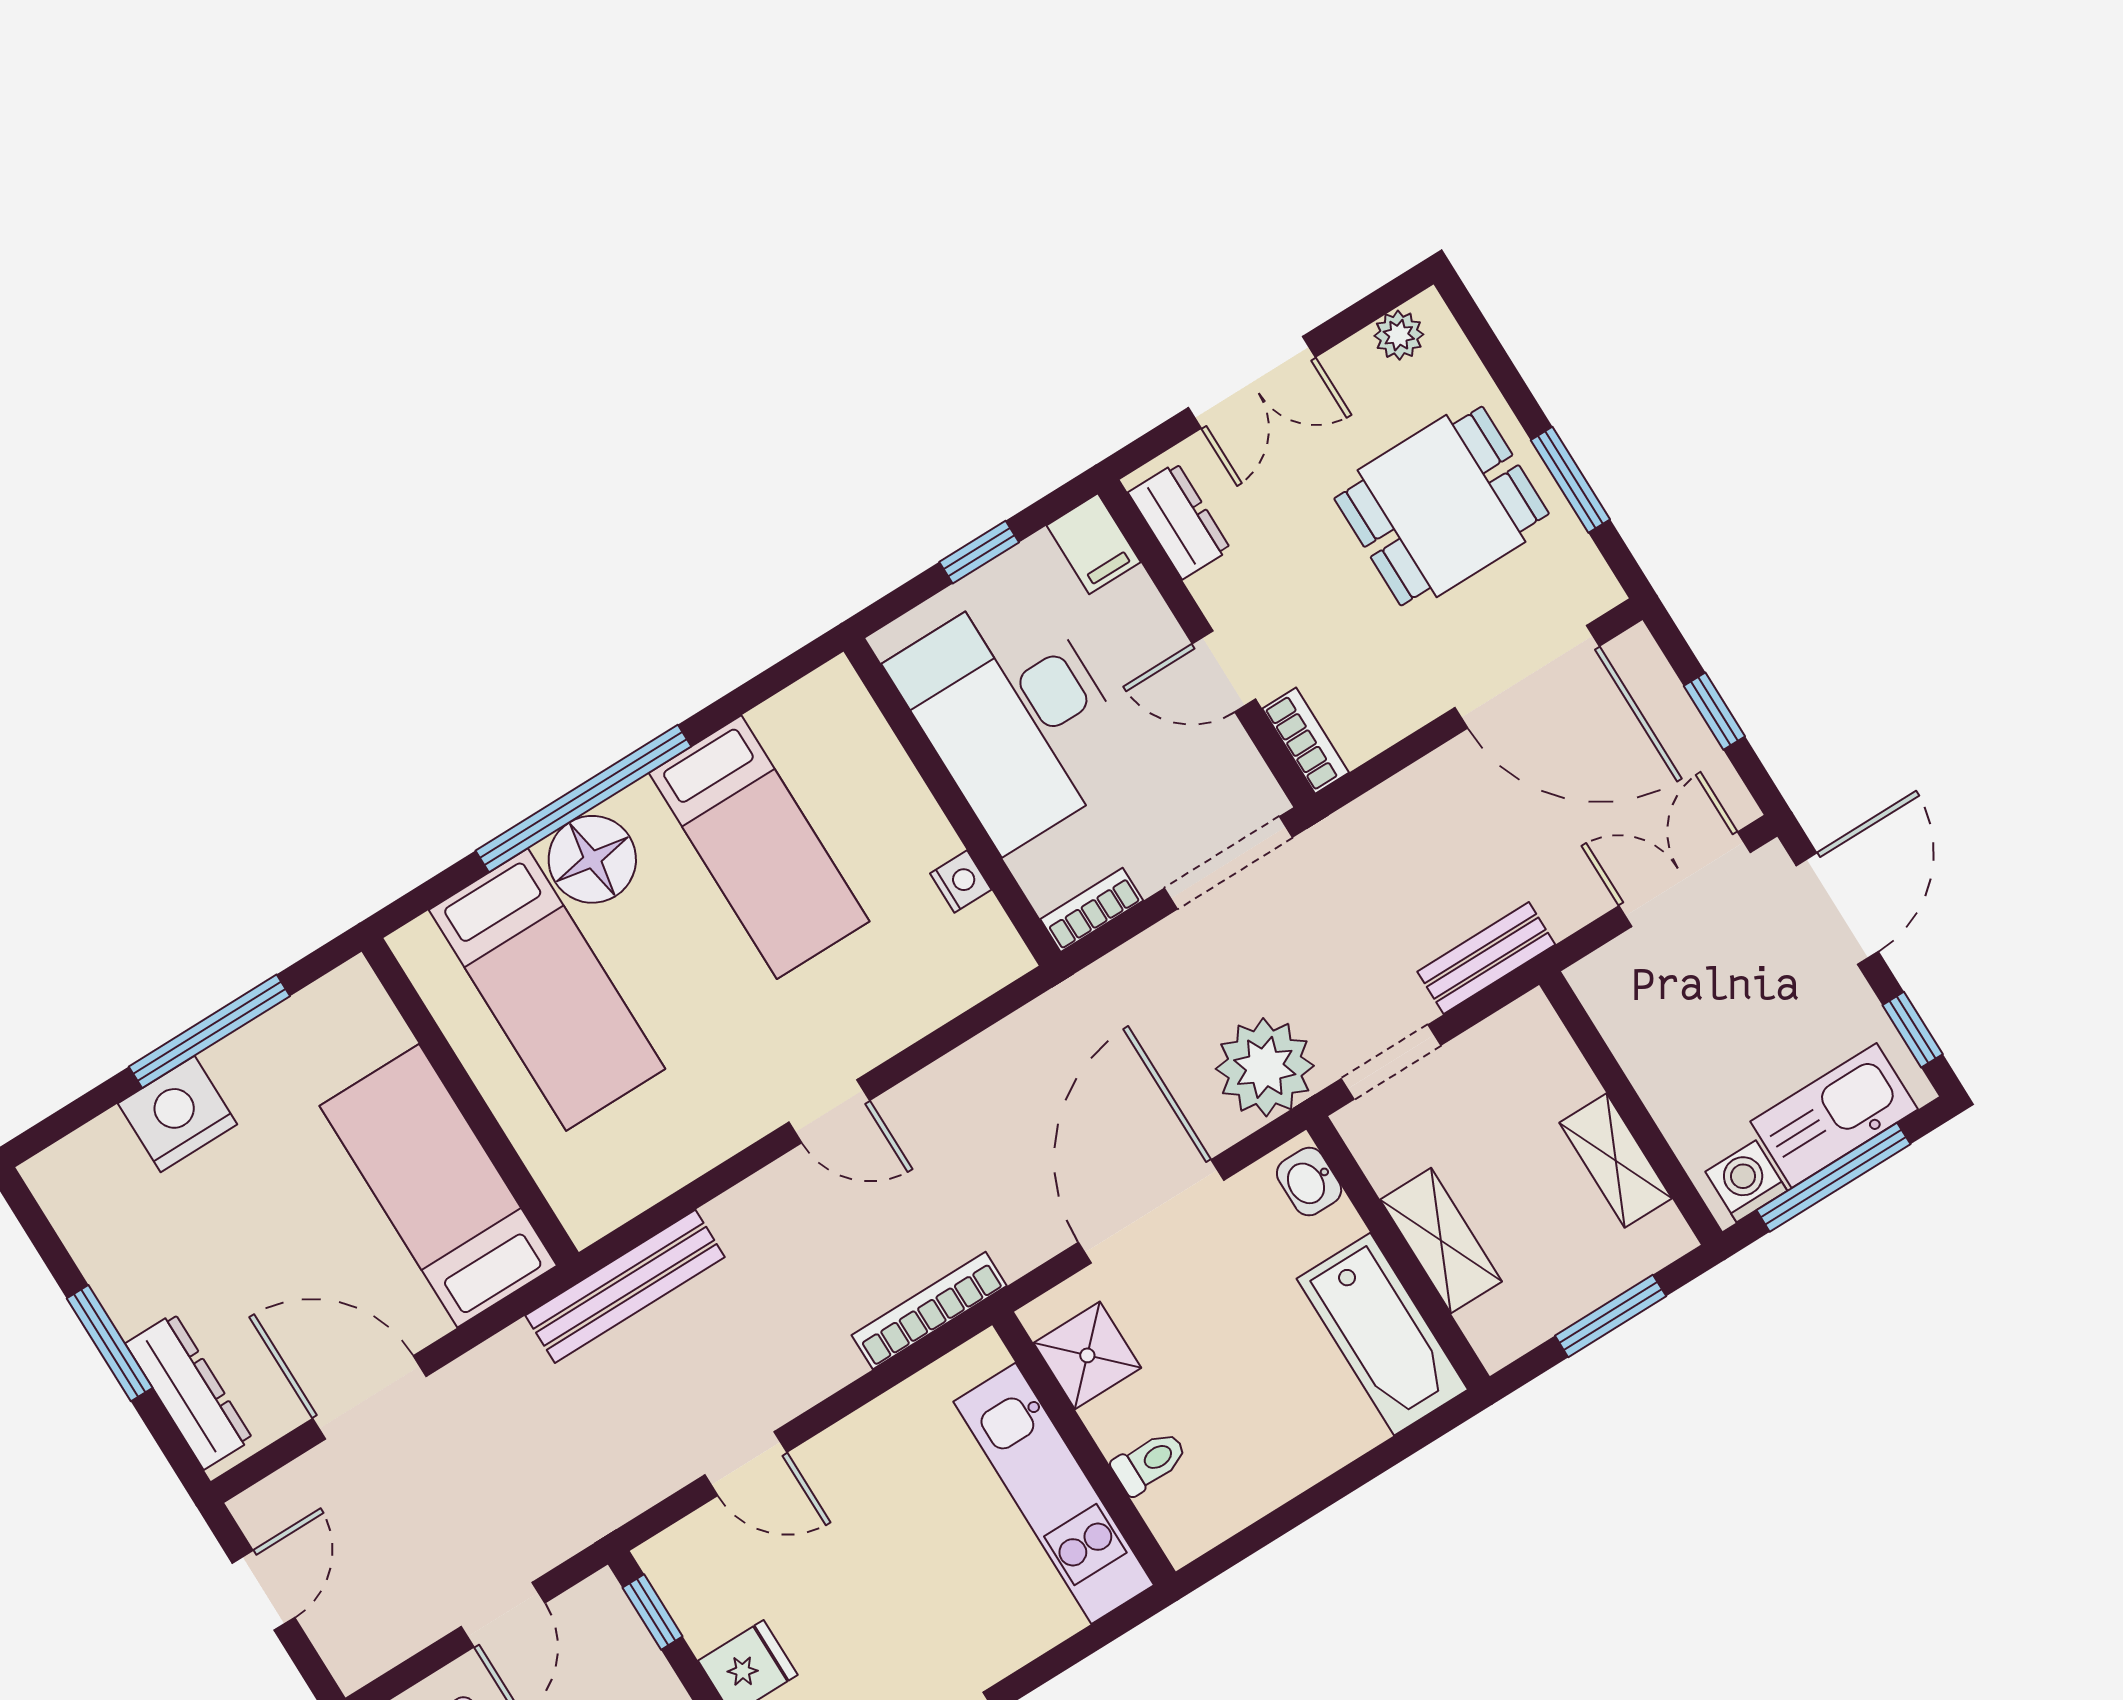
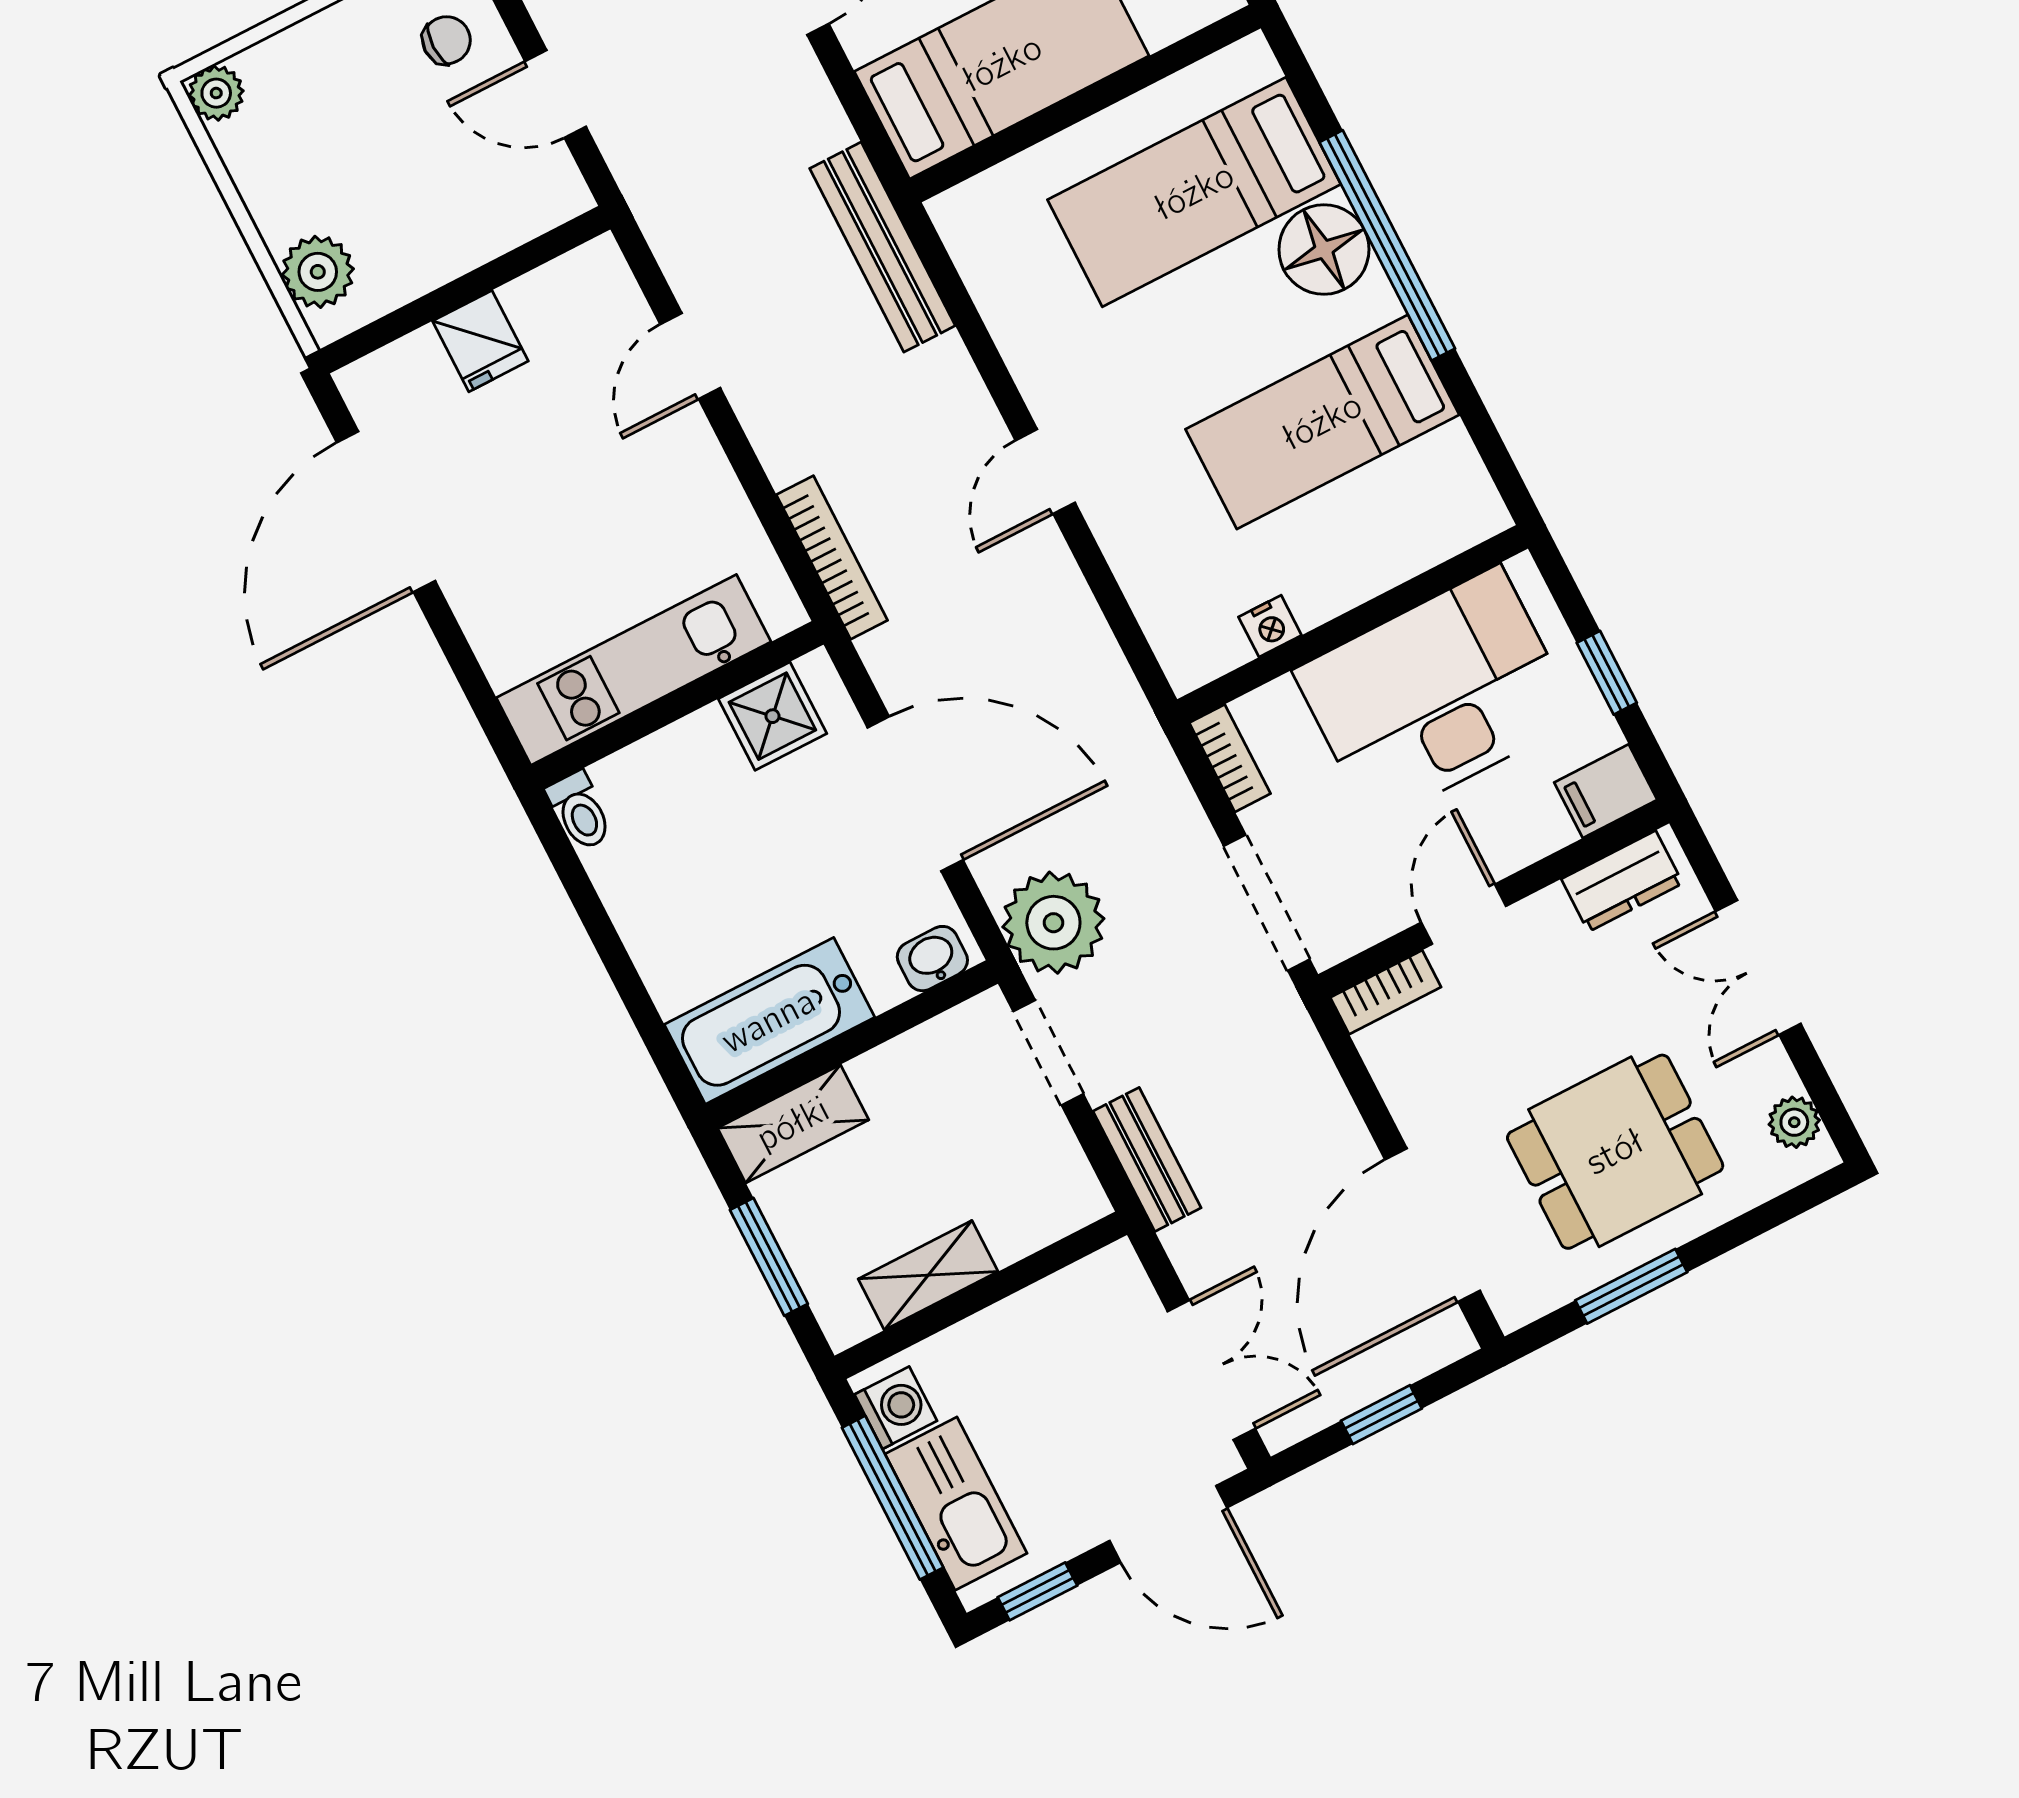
dining table: (1442, 506) -> (1615, 1152), turned 90
shelving: (1441, 1241) -> (793, 1124), moved
toilet: (1149, 1462) -> (580, 811), moved
window: (653, 1612) -> (546, 248), removed

